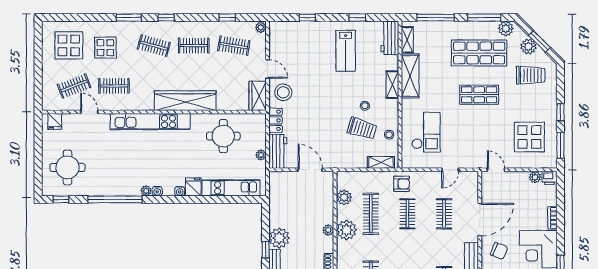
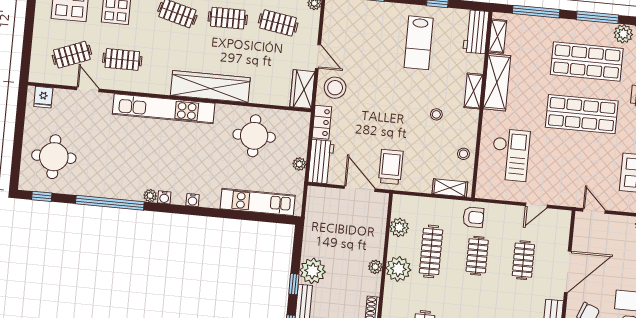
shop shelf: (479, 95) -> (582, 114), width x1.43, depth x1.36
trolley: (362, 128) -> (391, 167), moved, turned -107
fridge: (193, 187) -> (210, 196), removed

